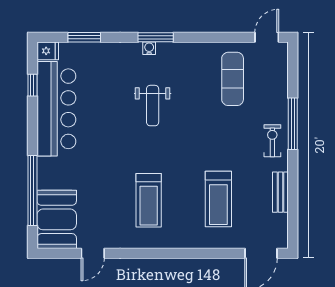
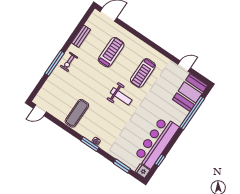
exercise mat: (233, 79) -> (77, 113), moved
weight bench: (153, 106) -> (121, 96), moved, turned 90
treadmill: (149, 200) -> (143, 73), turned 180

